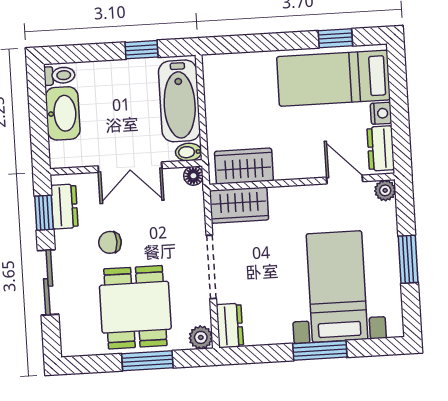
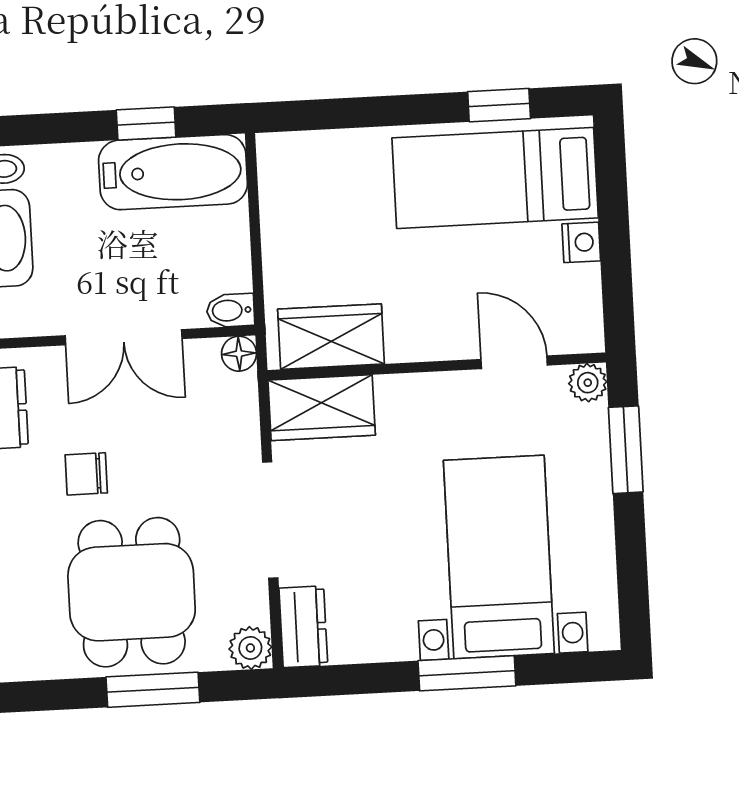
bathtub: (179, 101) -> (173, 172), moved, turned -90
dresser: (381, 148) -> (580, 306), removed
window: (408, 259) -> (626, 450), moved

